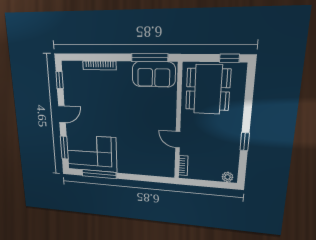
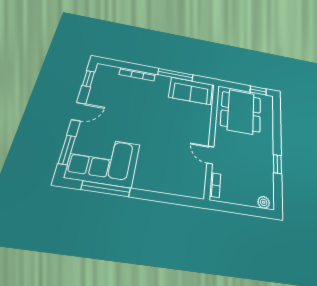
window: (150, 58) -> (175, 75), moved

